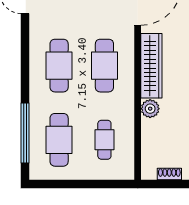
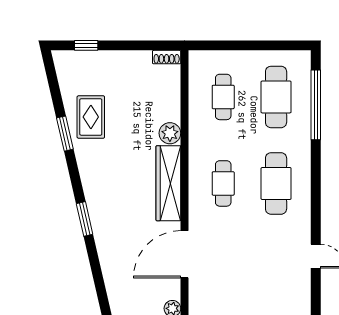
cafe table: (104, 66) -> (223, 183), width x0.73, depth x0.74
shoe rack: (169, 174) -> (167, 57), moved

